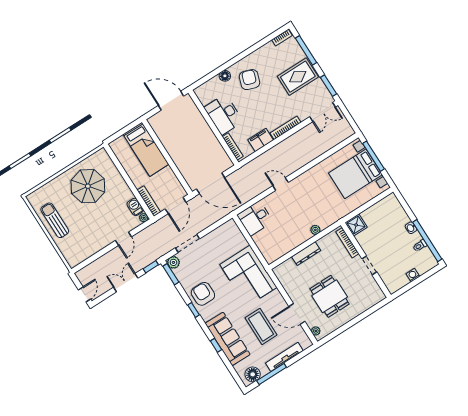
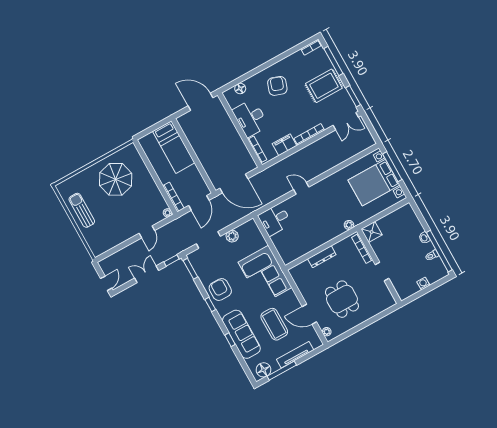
floor lamp: (225, 76) -> (240, 88), moved
barbecue: (135, 207) -> (160, 202), removed
plant: (315, 230) -> (349, 225), moved
plant: (173, 262) -> (232, 236), moved

